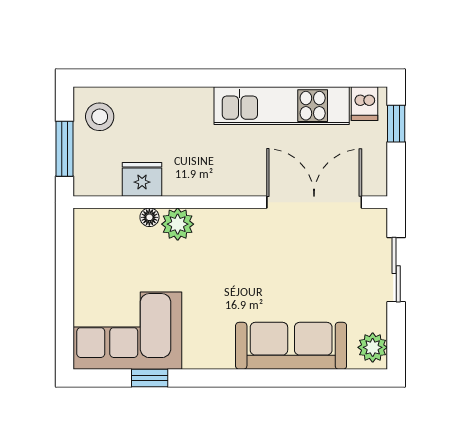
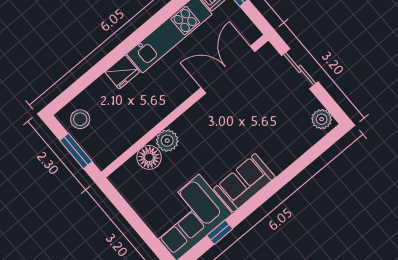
fridge: (142, 179) -> (122, 72), moved, turned 180
floor lamp: (149, 217) -> (149, 157), width x1.89, depth x1.89
sofa: (291, 346) -> (244, 183), moved, width x0.73

